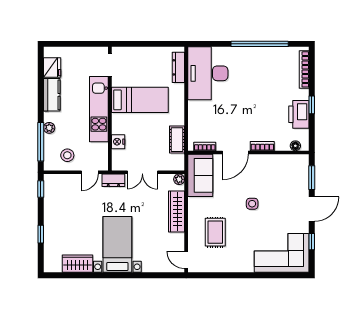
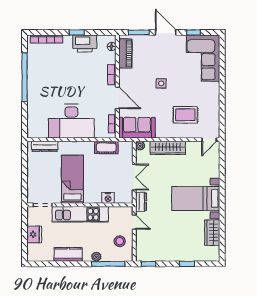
fridge: (52, 67) -> (34, 234), moved, turned 90
desk: (208, 73) -> (71, 121), moved
piano: (287, 162) -> (125, 53), added

